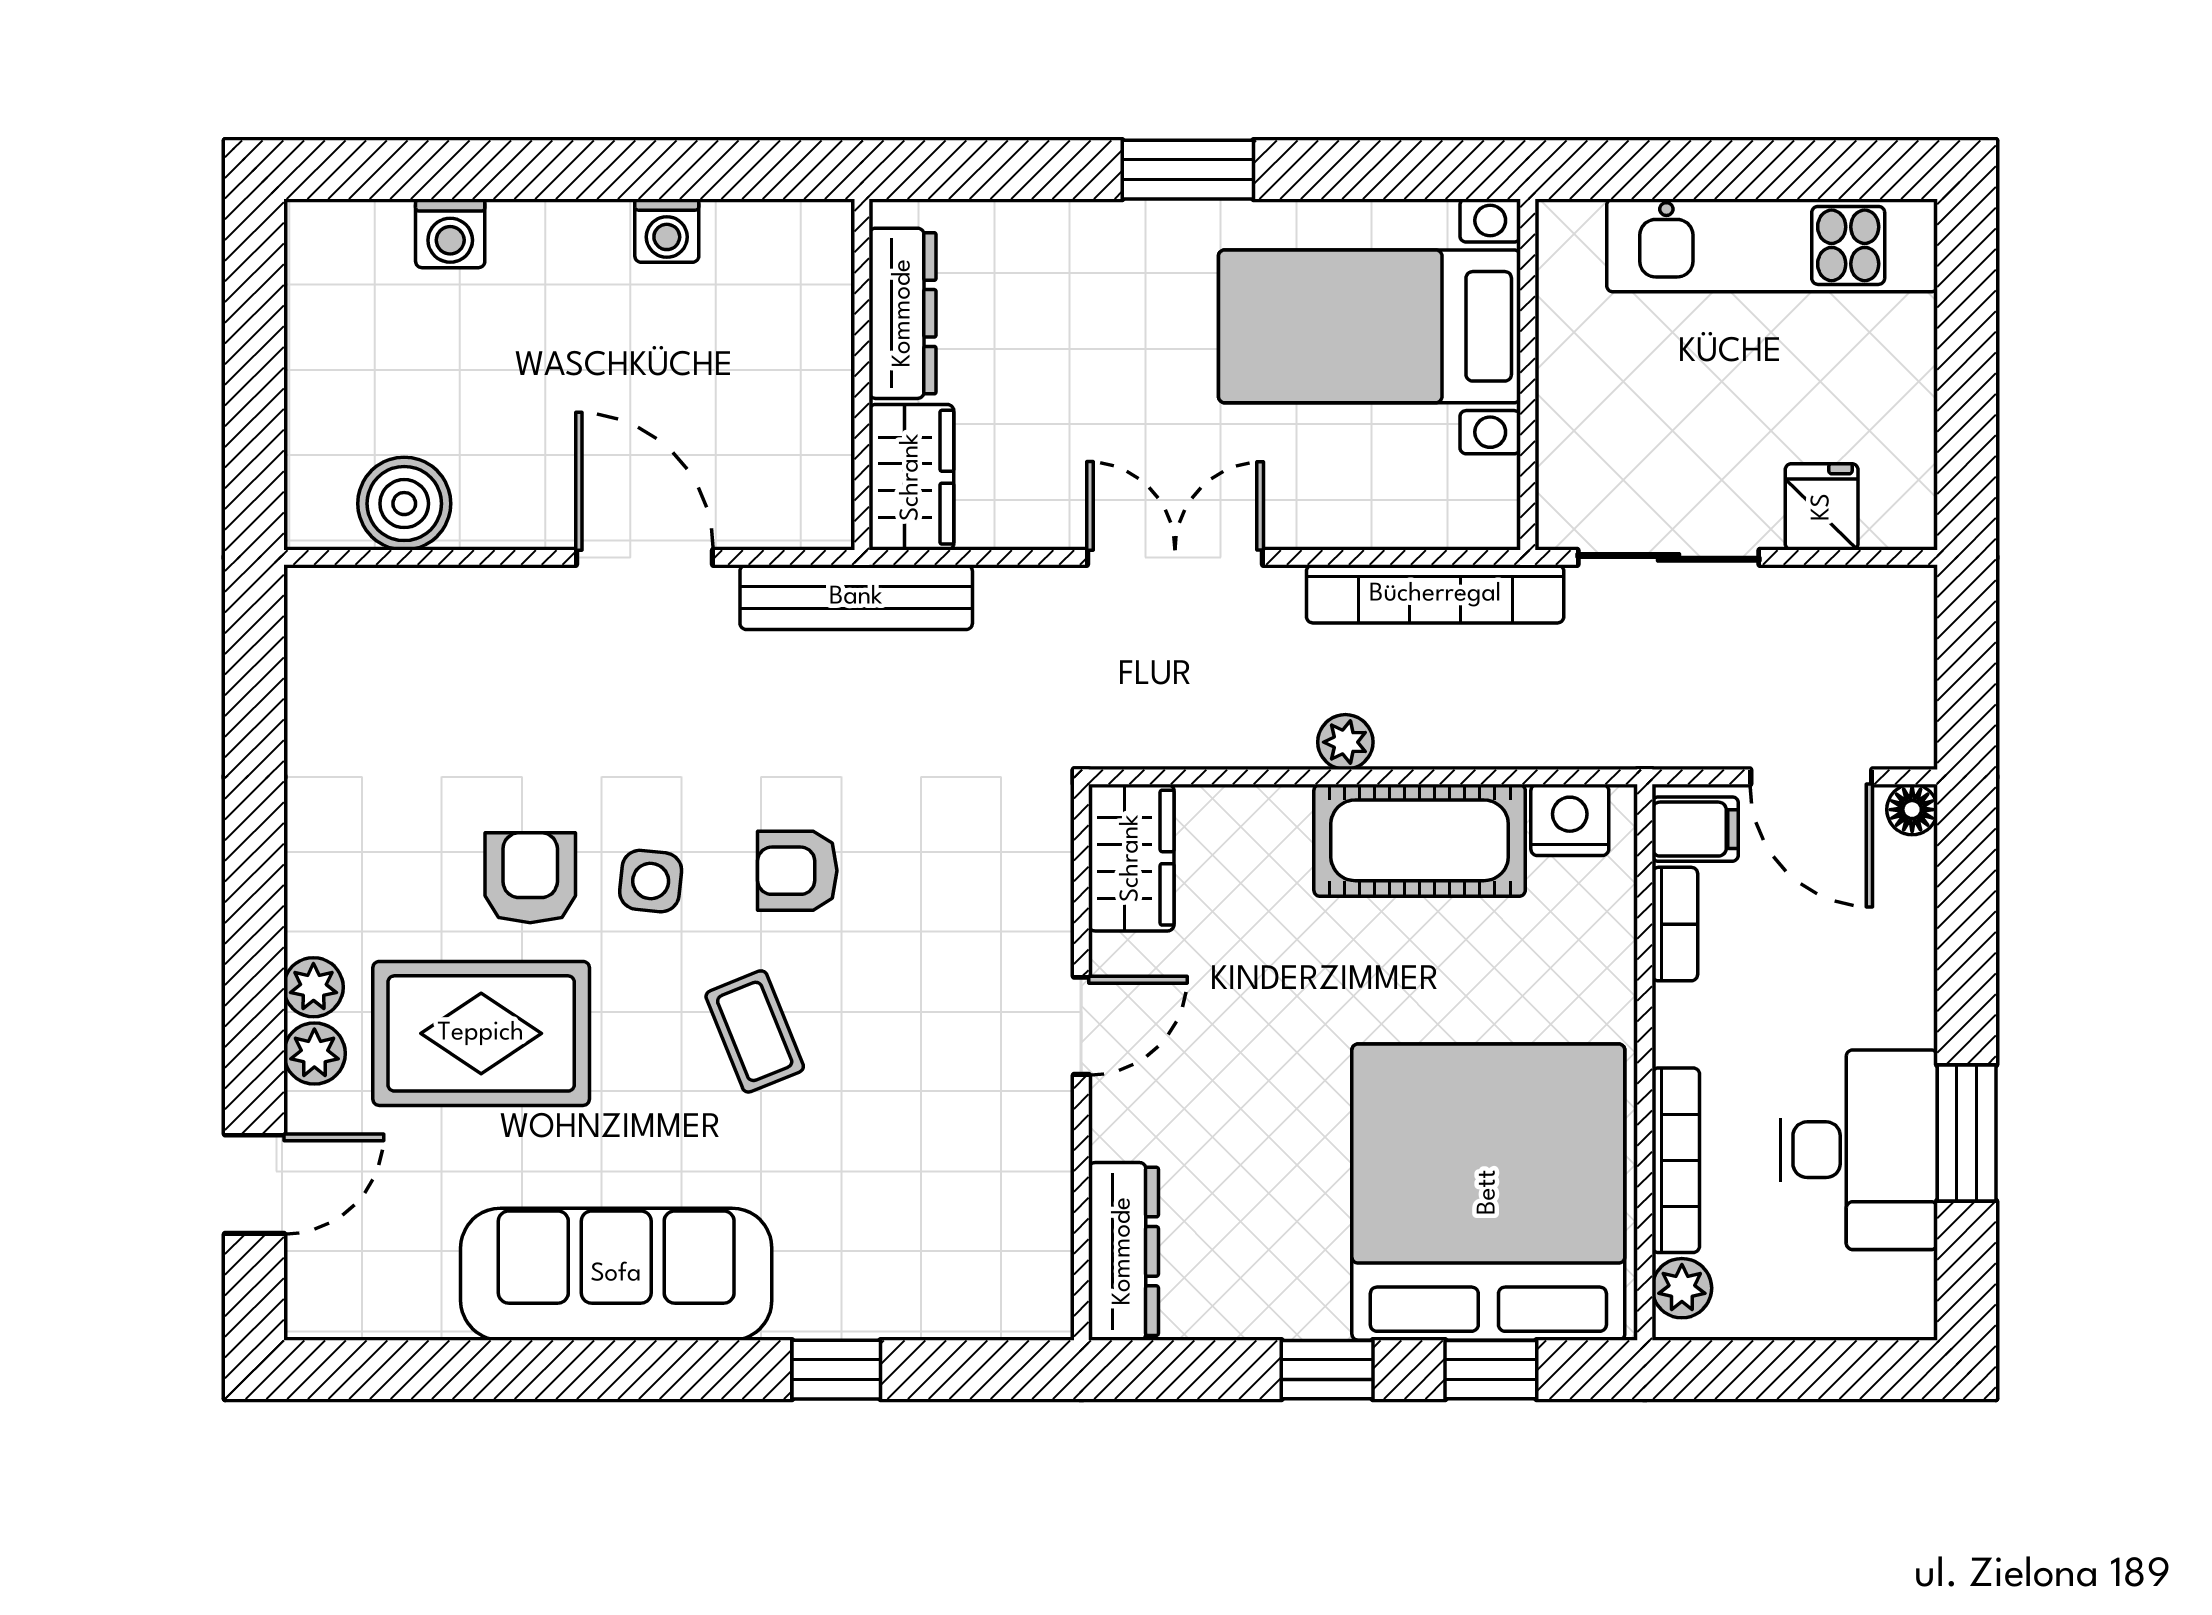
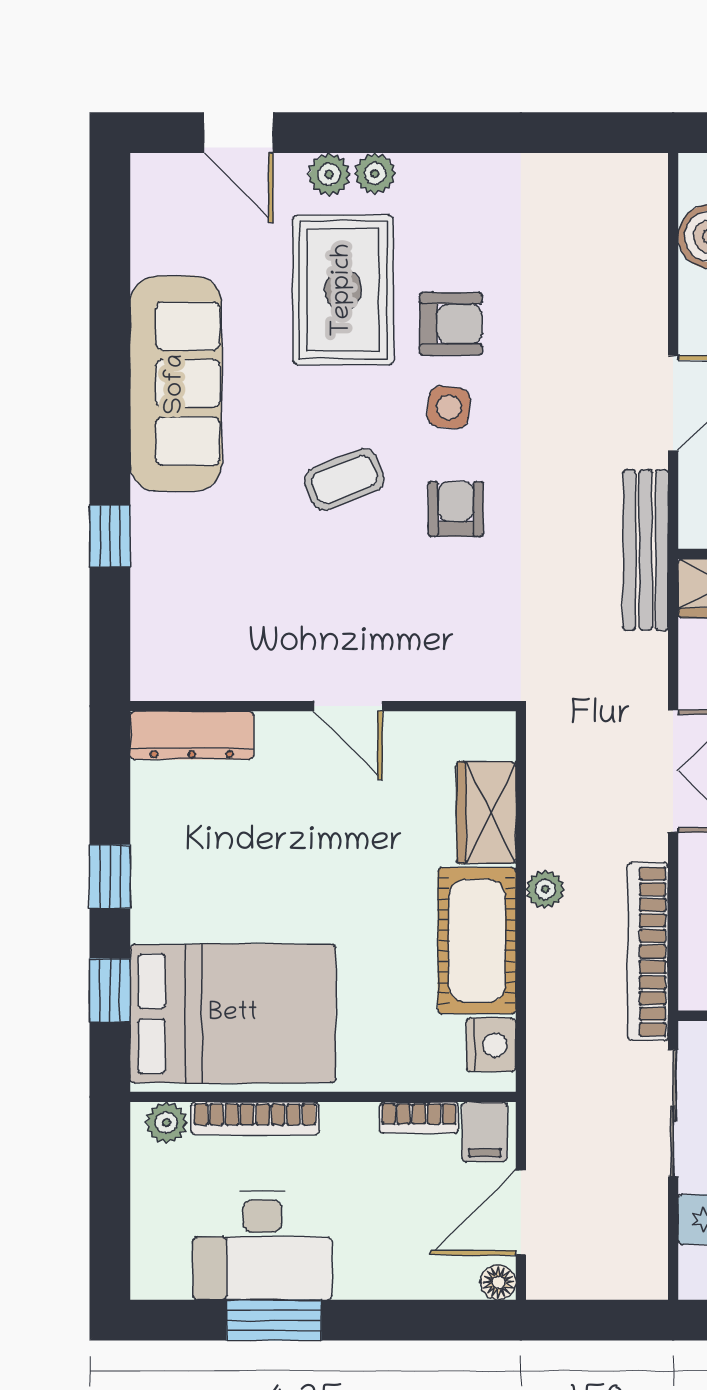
wardrobe: (1131, 858) -> (486, 812), moved, turned 90
bed: (1488, 1192) -> (233, 1014), width x0.73

